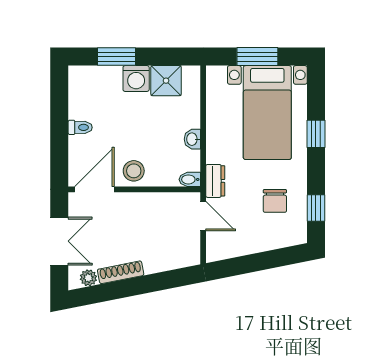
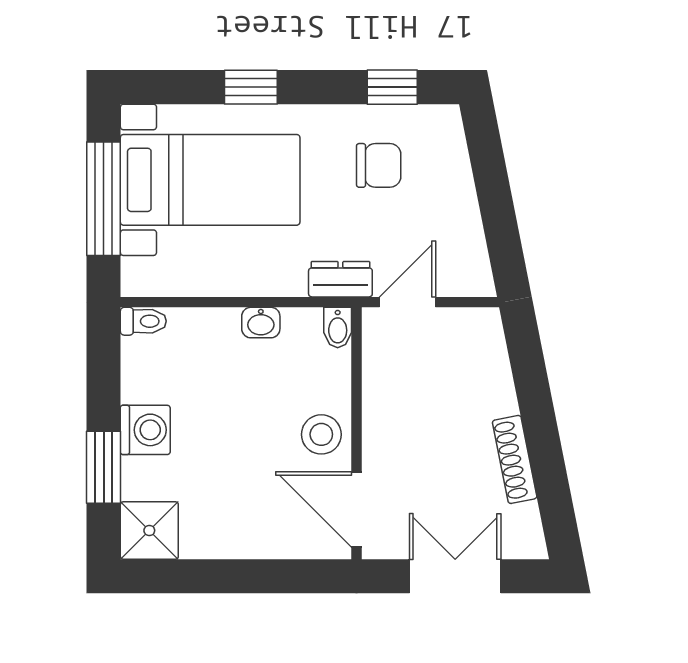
window: (257, 57) -> (104, 199), width x1.44
shower: (166, 81) -> (149, 530), moved
toilet: (80, 127) -> (143, 321), moved, turned 90
plant: (88, 278) -> (525, 521), removed

